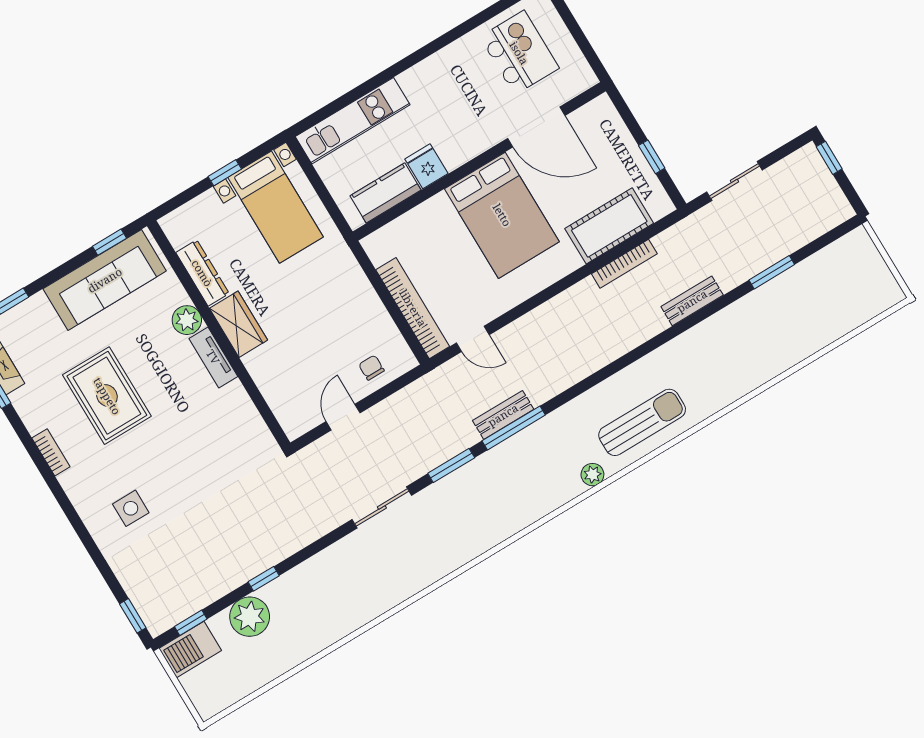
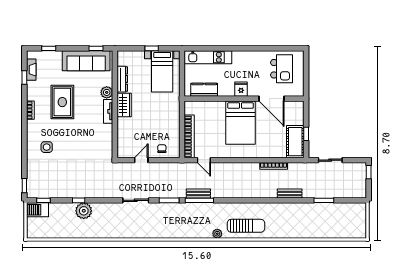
fridge: (426, 166) -> (241, 89), moved
cot: (609, 226) -> (295, 142), moved, turned 90
plant: (250, 617) -> (84, 211), moved

